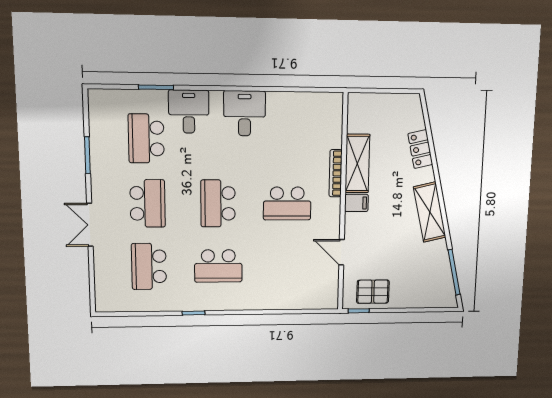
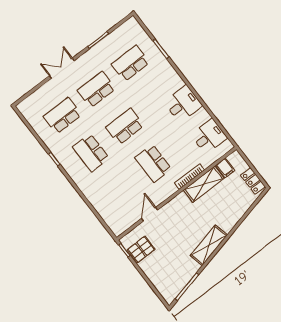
desk: (189, 112) -> (209, 136), moved
locker: (420, 149) -> (253, 181), moved, turned -77
school desk: (148, 203) -> (96, 90), turned 180
filing cabinet: (356, 203) -> (225, 168), moved
pallet: (373, 292) -> (141, 250), turned 90

